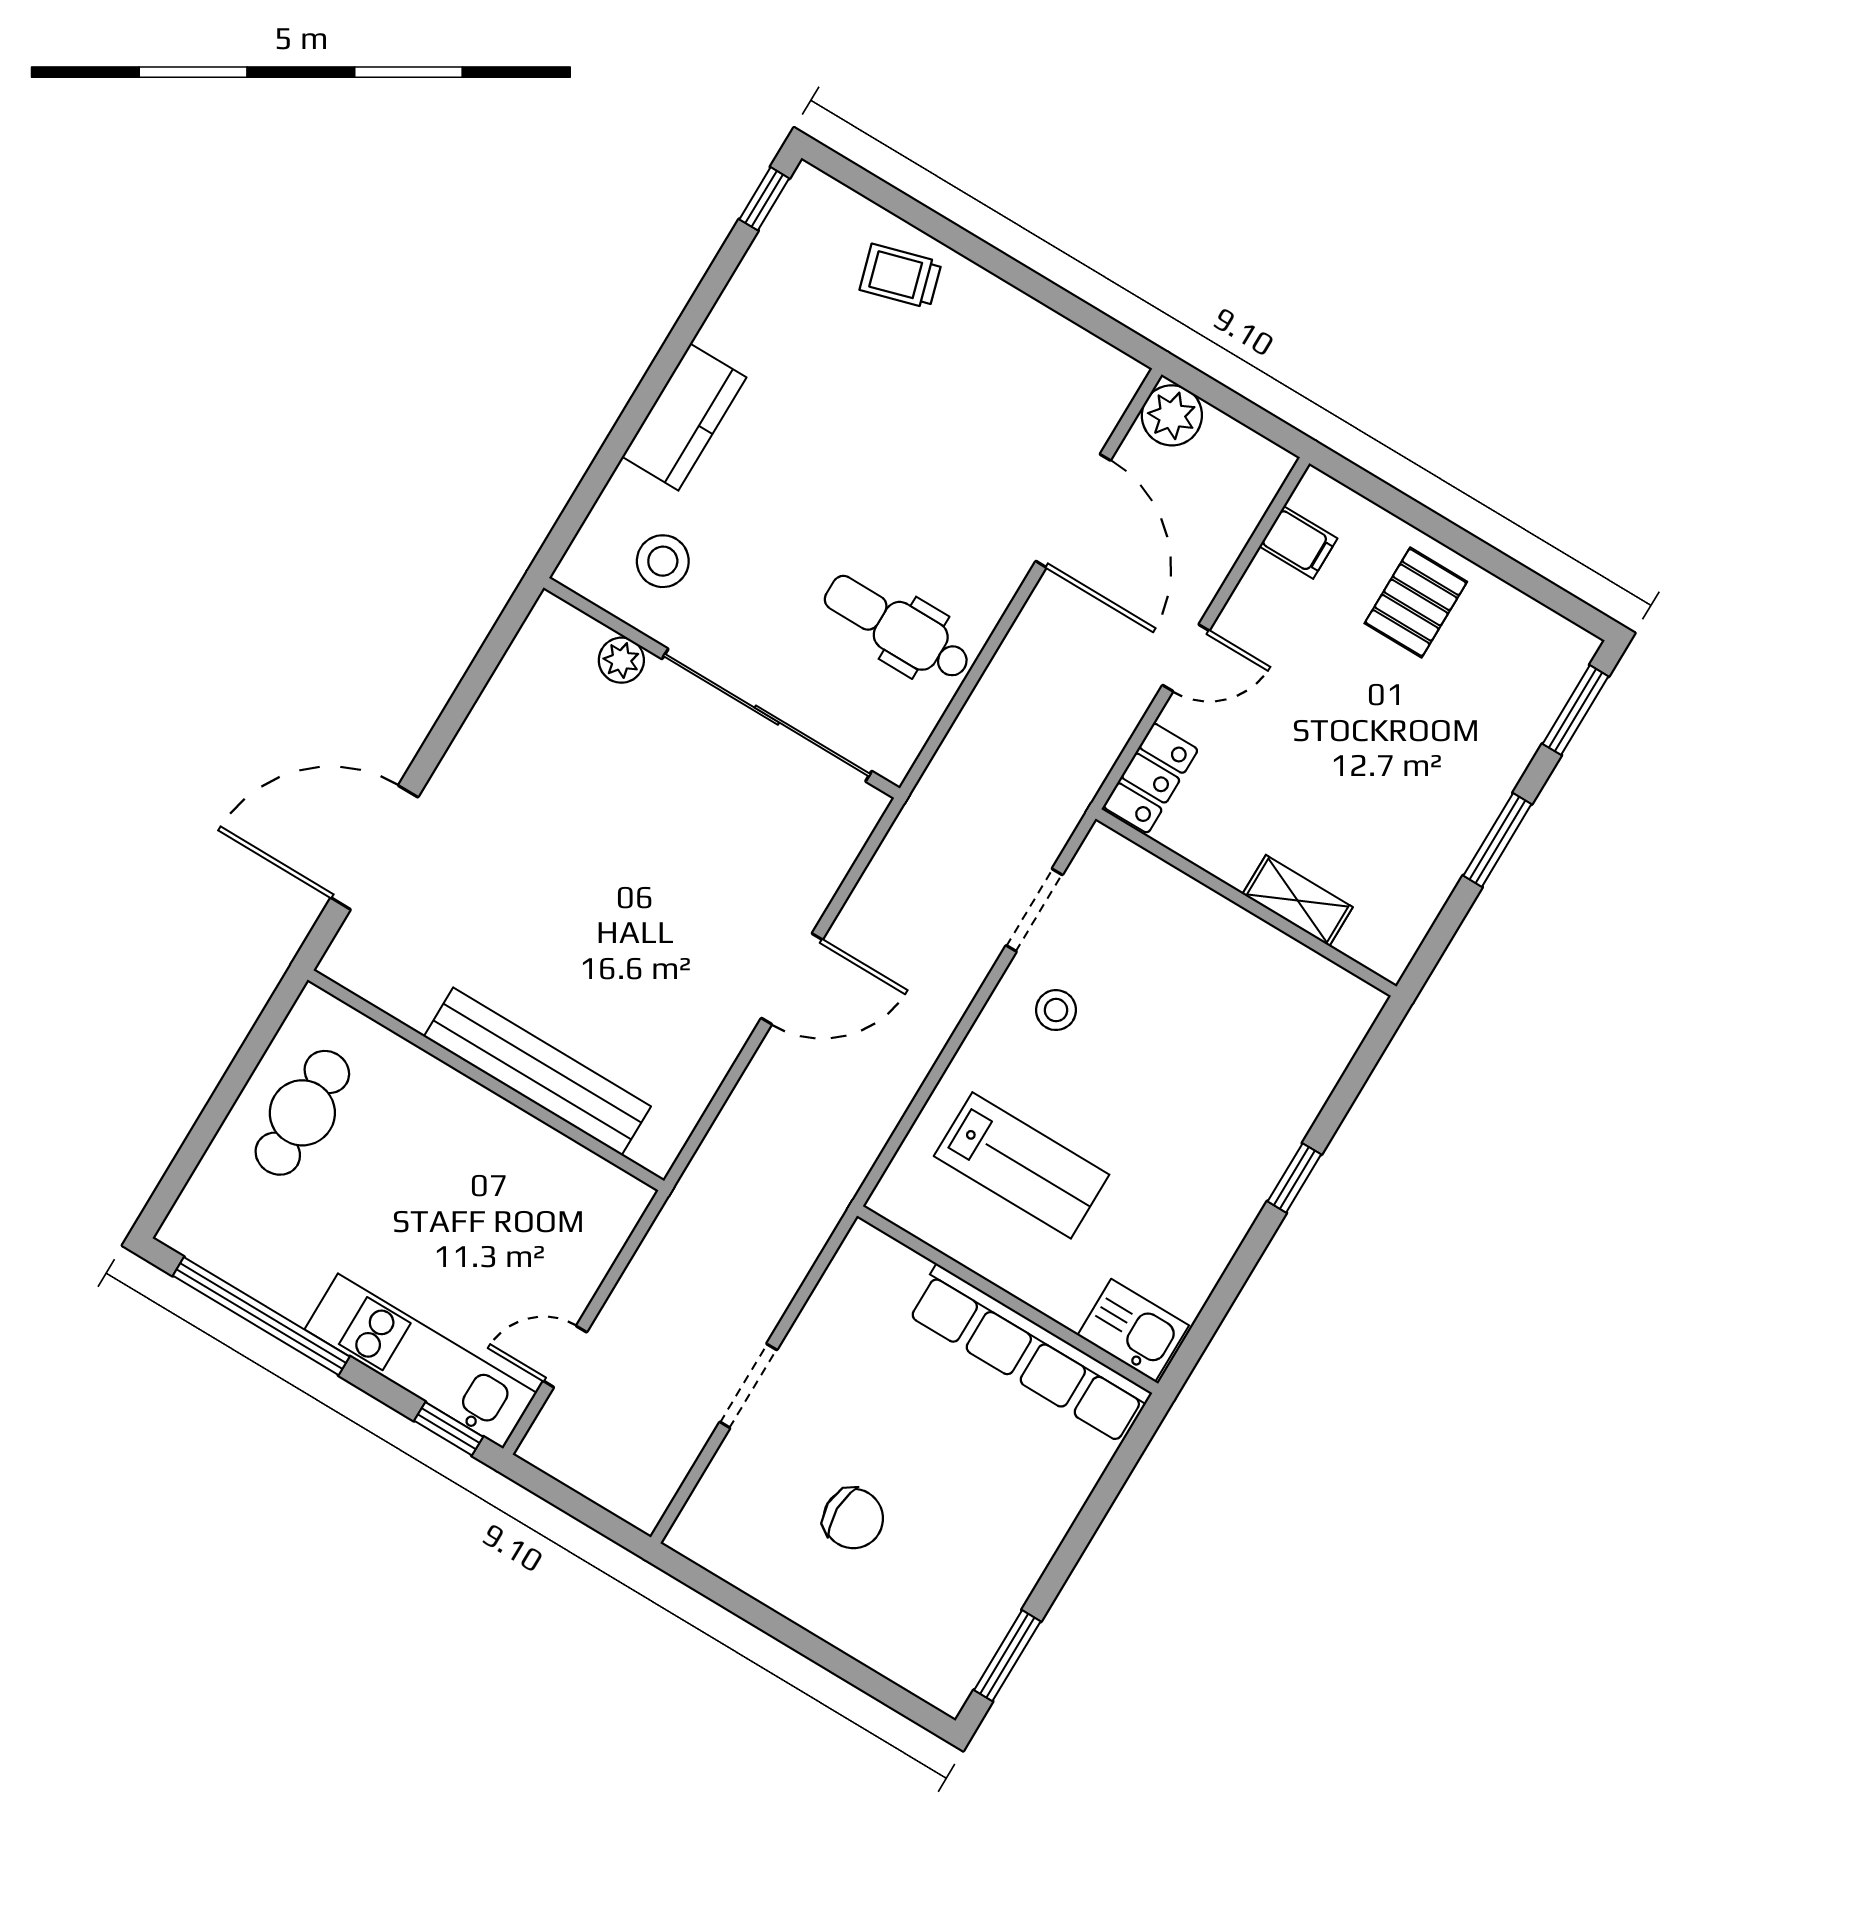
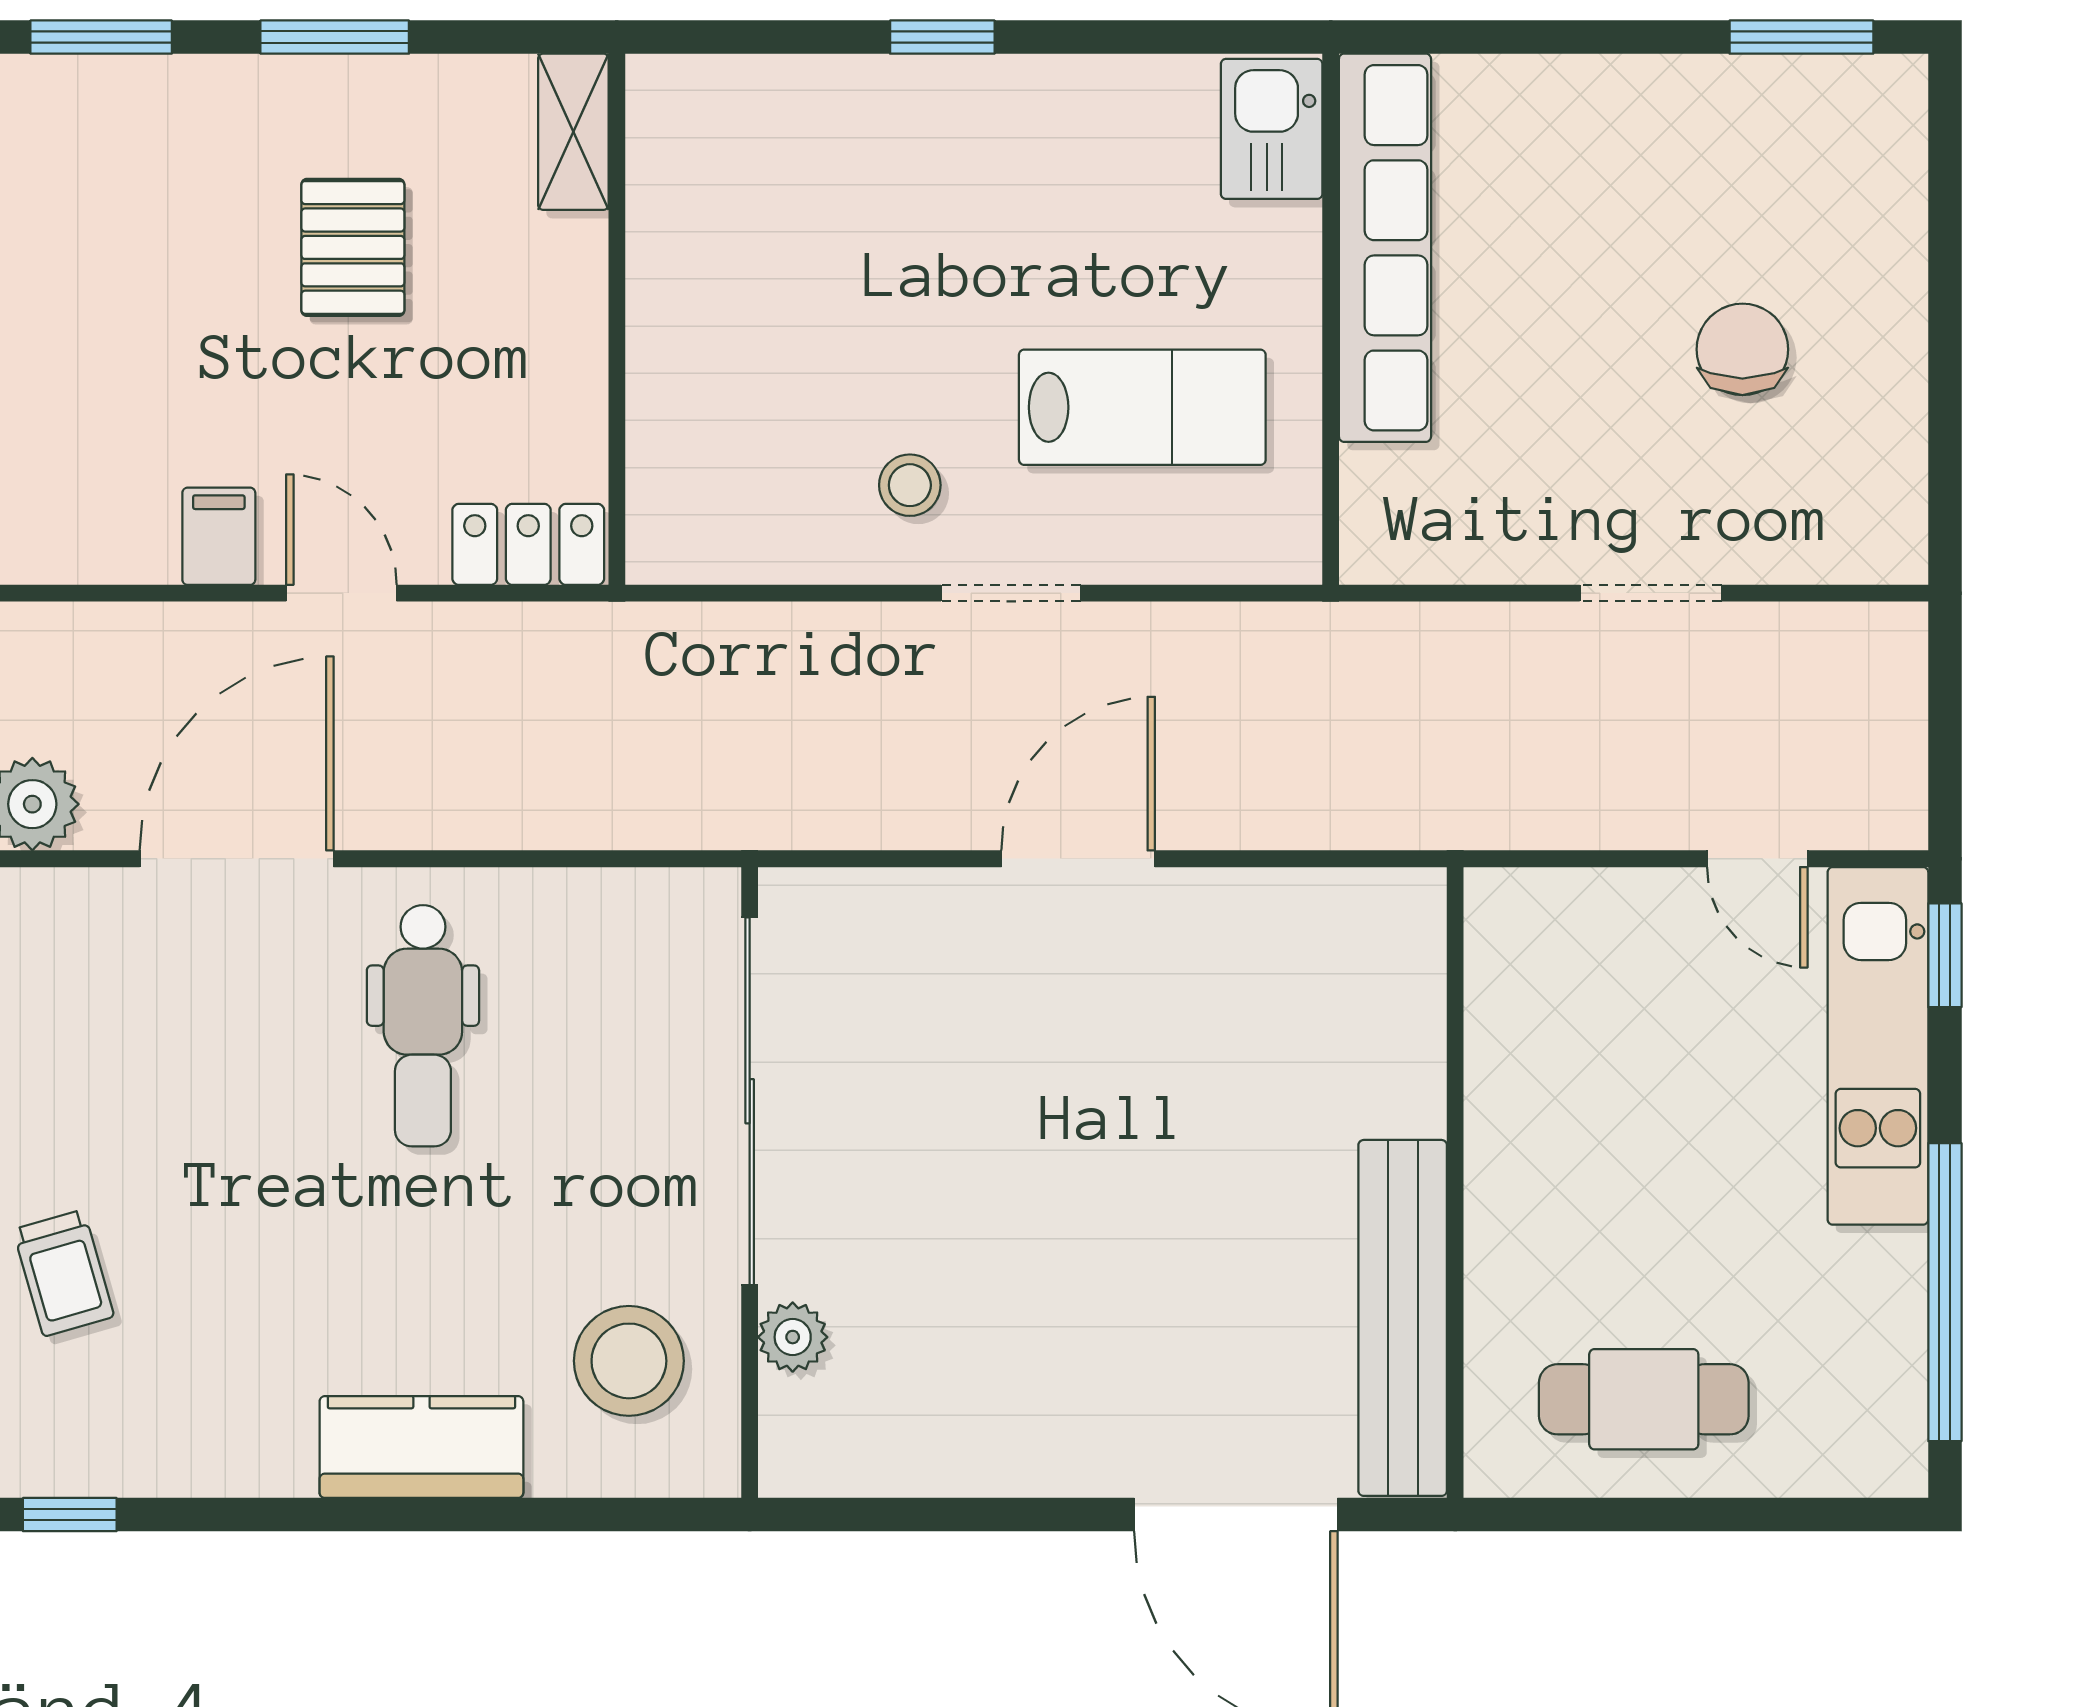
filing cabinet: (1298, 542) -> (219, 536), moved
stool: (663, 561) -> (629, 1361), width x1.38, depth x1.38
pallet: (1416, 603) -> (353, 247), moved, turned 90
dental chair: (897, 628) -> (423, 1026), moved
shelving: (1298, 901) -> (573, 132), moved
doorway: (1034, 910) -> (1011, 593), moved
door: (792, 979) -> (1078, 859), hinge flipped
bench: (537, 1071) -> (1403, 1318), moved
lab bench: (1022, 1165) -> (1142, 407), turned 90

